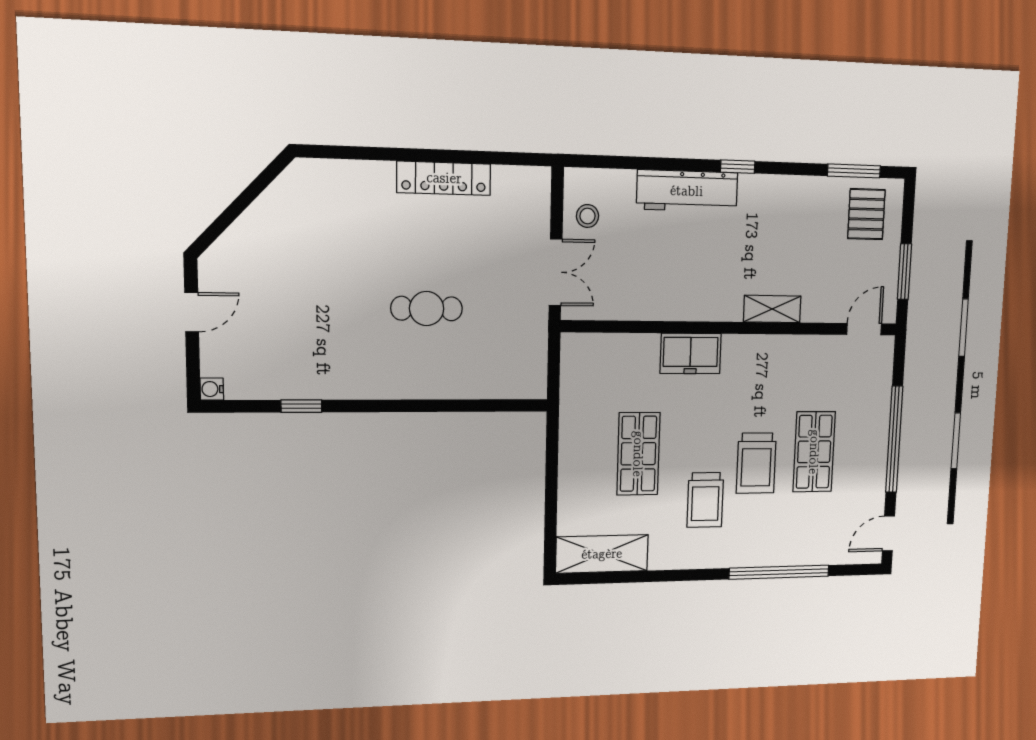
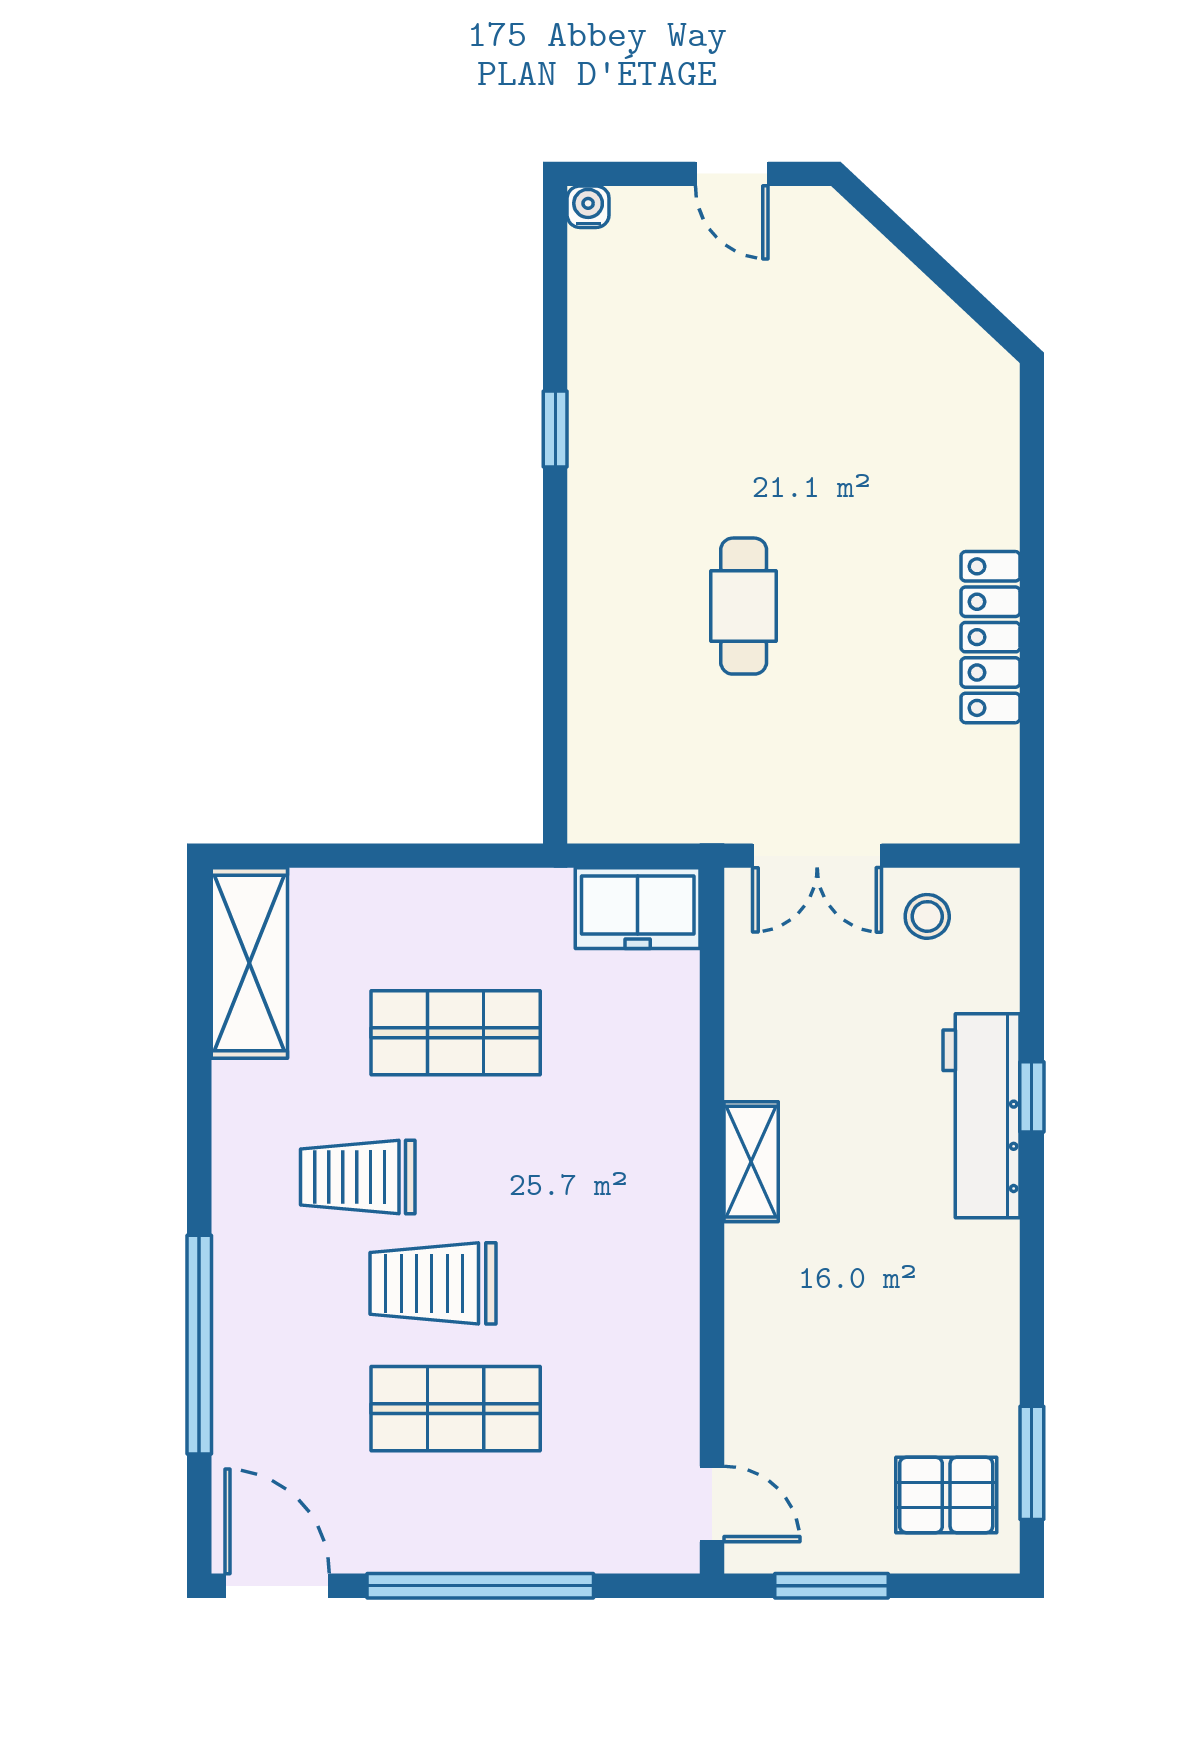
window: (738, 167) -> (1032, 1097), moved
shelving: (772, 309) -> (751, 1162), moved
freezer: (691, 354) -> (638, 908), moved, turned -90
window: (301, 406) -> (555, 429), moved
door: (888, 533) -> (277, 1586), width x1.38

